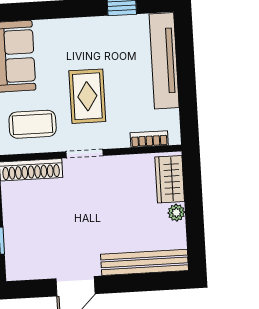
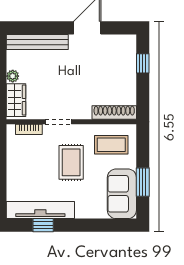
tv unit: (164, 61) -> (40, 210), moved, turned -90
doorway: (85, 154) -> (58, 122), moved

